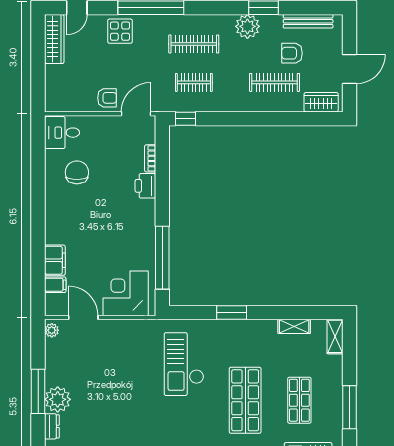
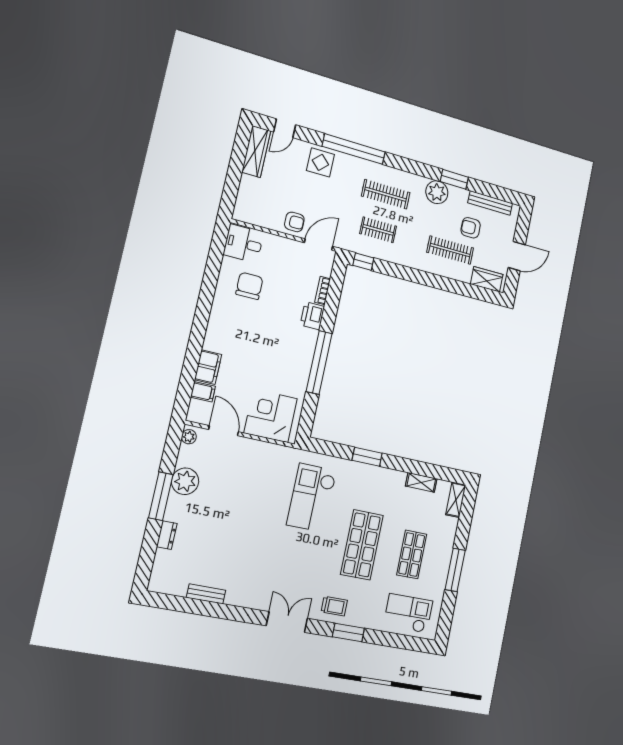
window: (162, 258) -> (319, 362), moved
plant: (58, 399) -> (185, 481), moved

